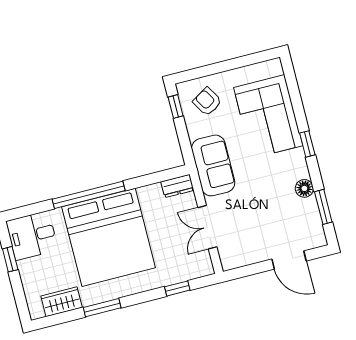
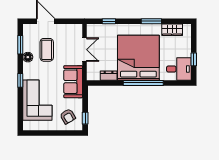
dresser: (177, 186) -> (109, 76), moved
coffee table: (274, 210) -> (47, 50), added

